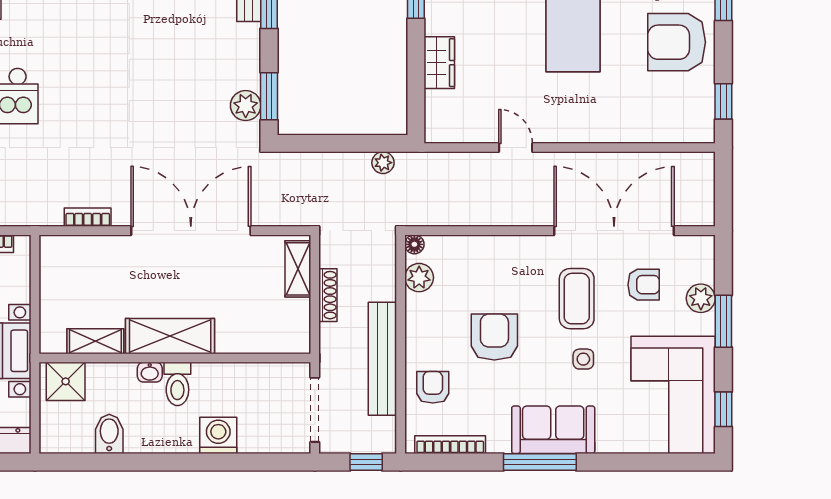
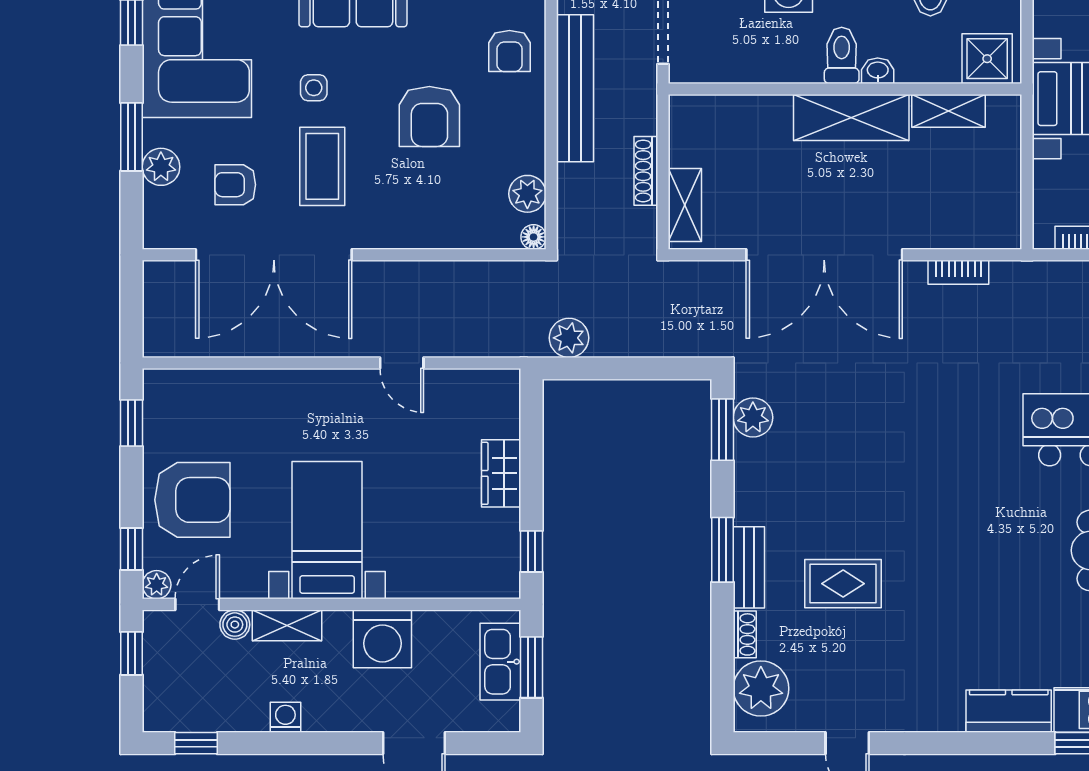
plant: (383, 163) -> (569, 338), width x1.38, depth x1.38

